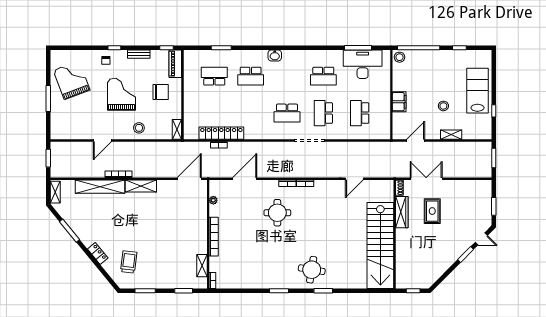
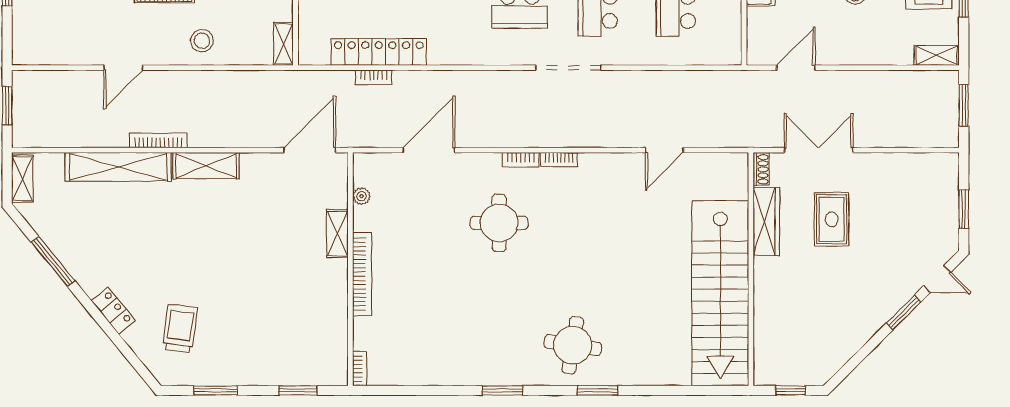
shelving: (451, 135) -> (937, 55), moved
shelving: (202, 266) -> (337, 234), moved

